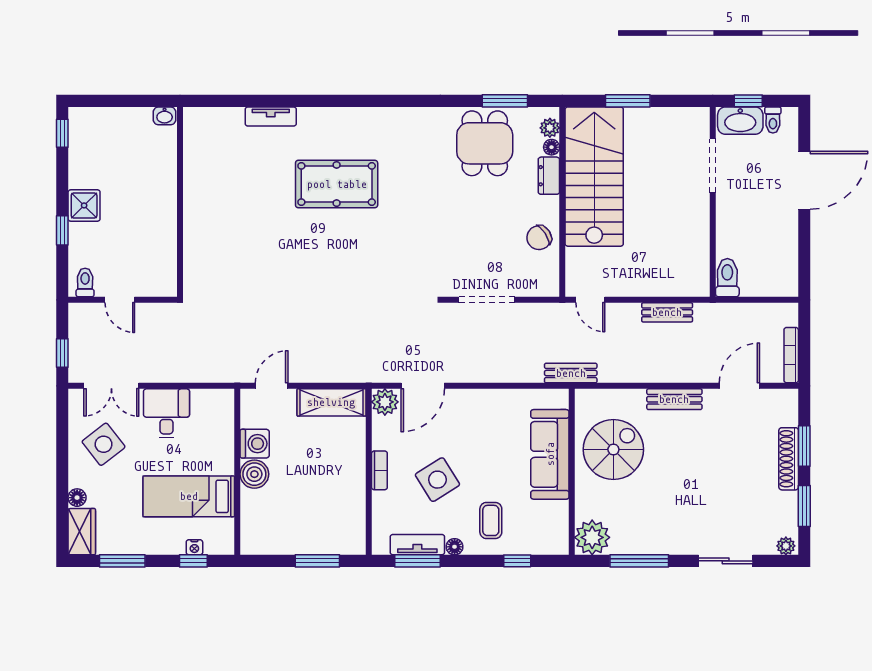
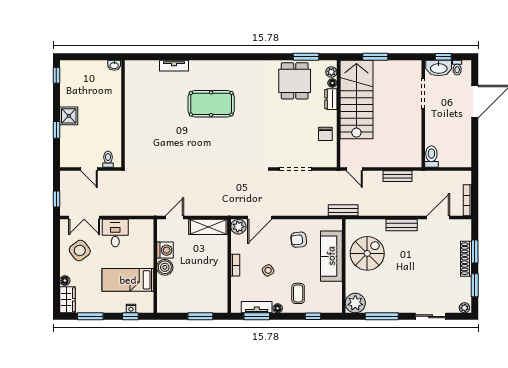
chair: (539, 238) -> (325, 134), turned -57
toilet: (85, 283) -> (108, 159), moved
armchair: (492, 425) -> (299, 240), added
side table: (437, 480) -> (268, 270), width x0.54, depth x0.54

